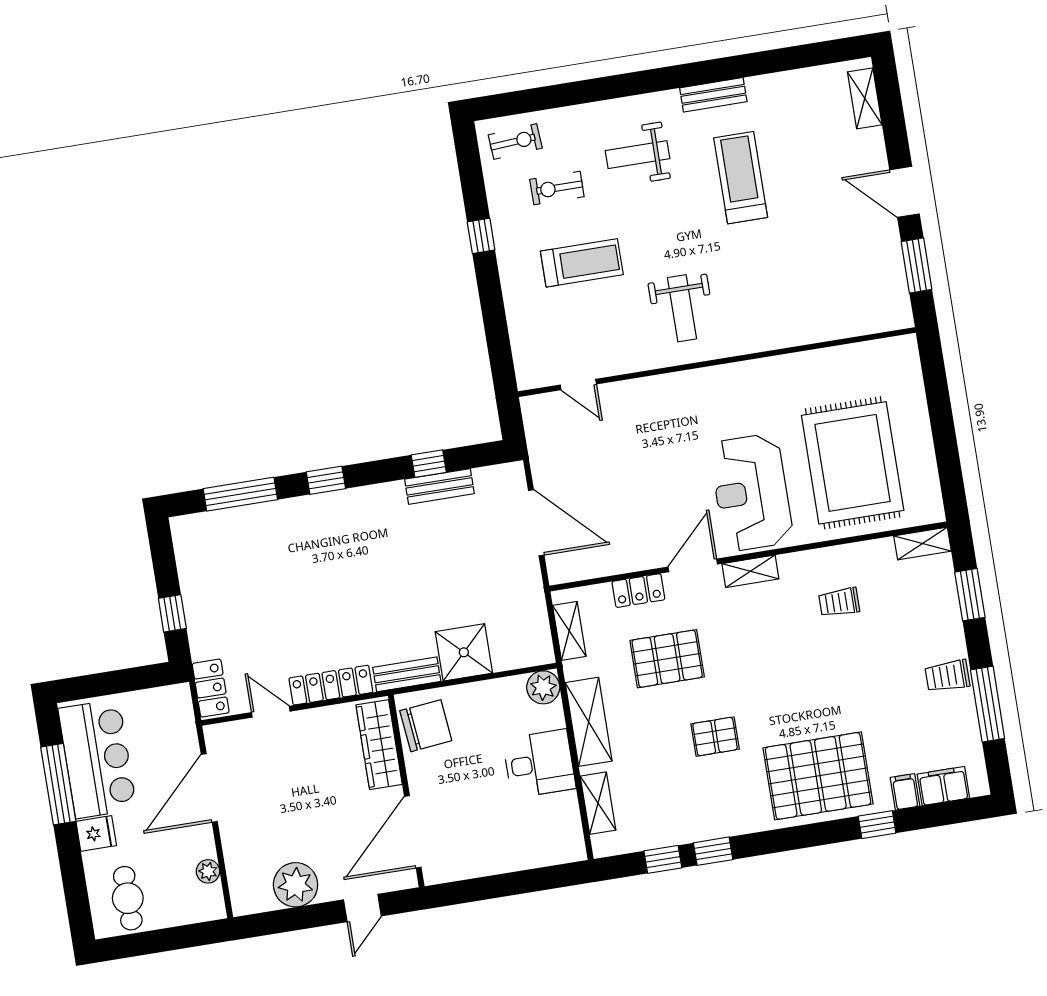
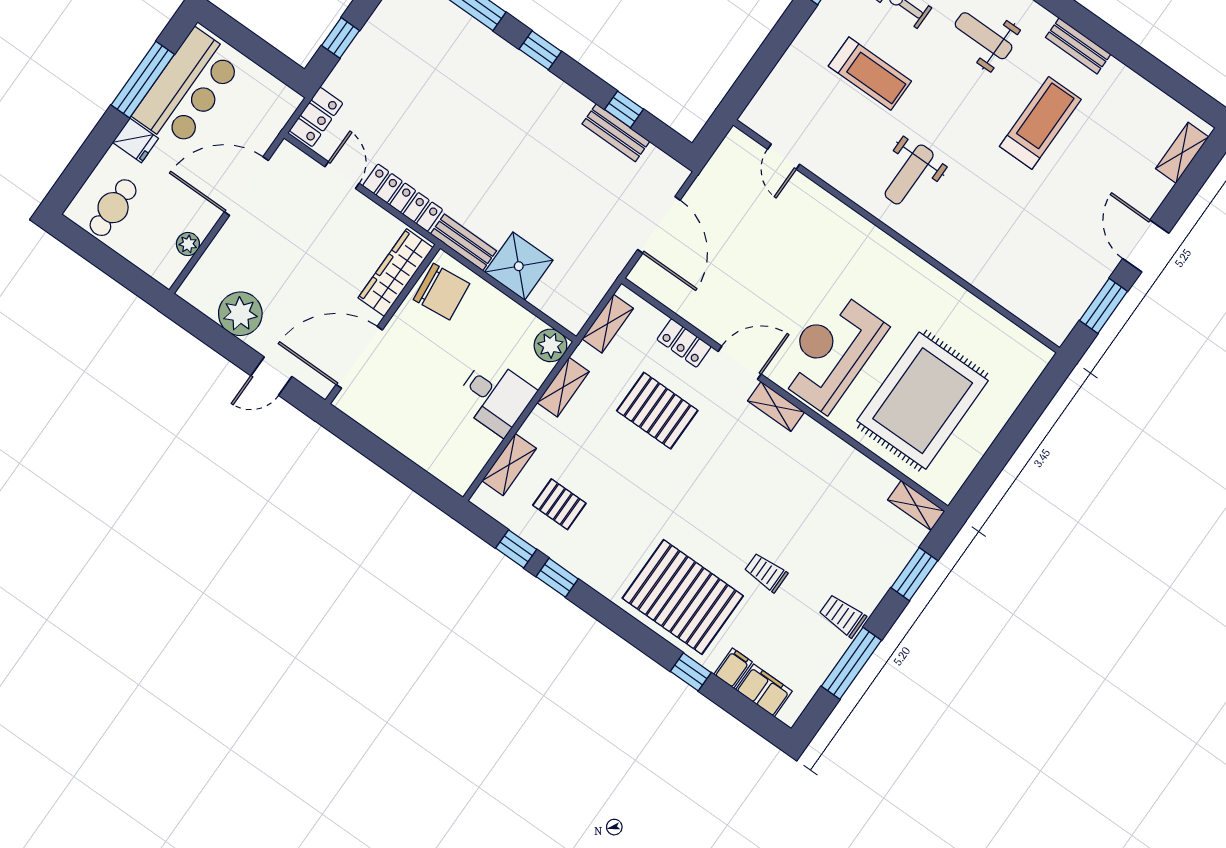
trolley: (839, 602) -> (766, 573), moved
shelving: (589, 722) -> (563, 387), width x0.67, depth x0.75
pallet: (715, 737) -> (559, 504), moved

